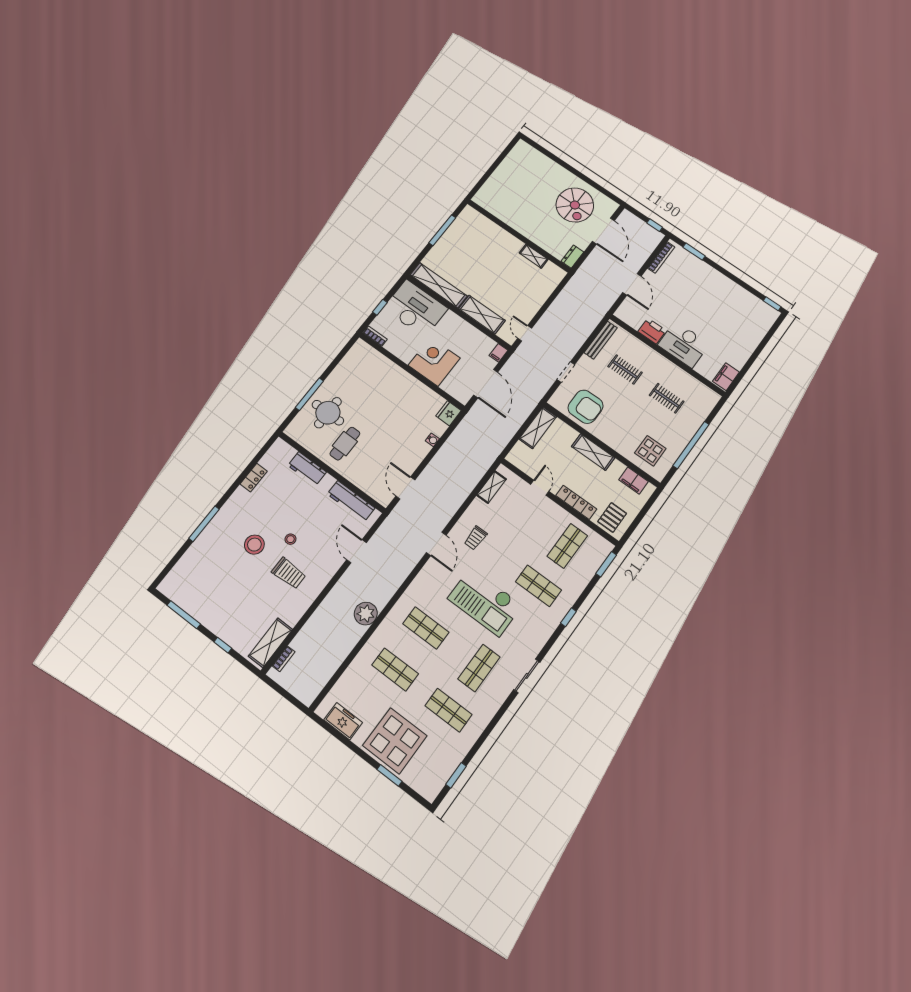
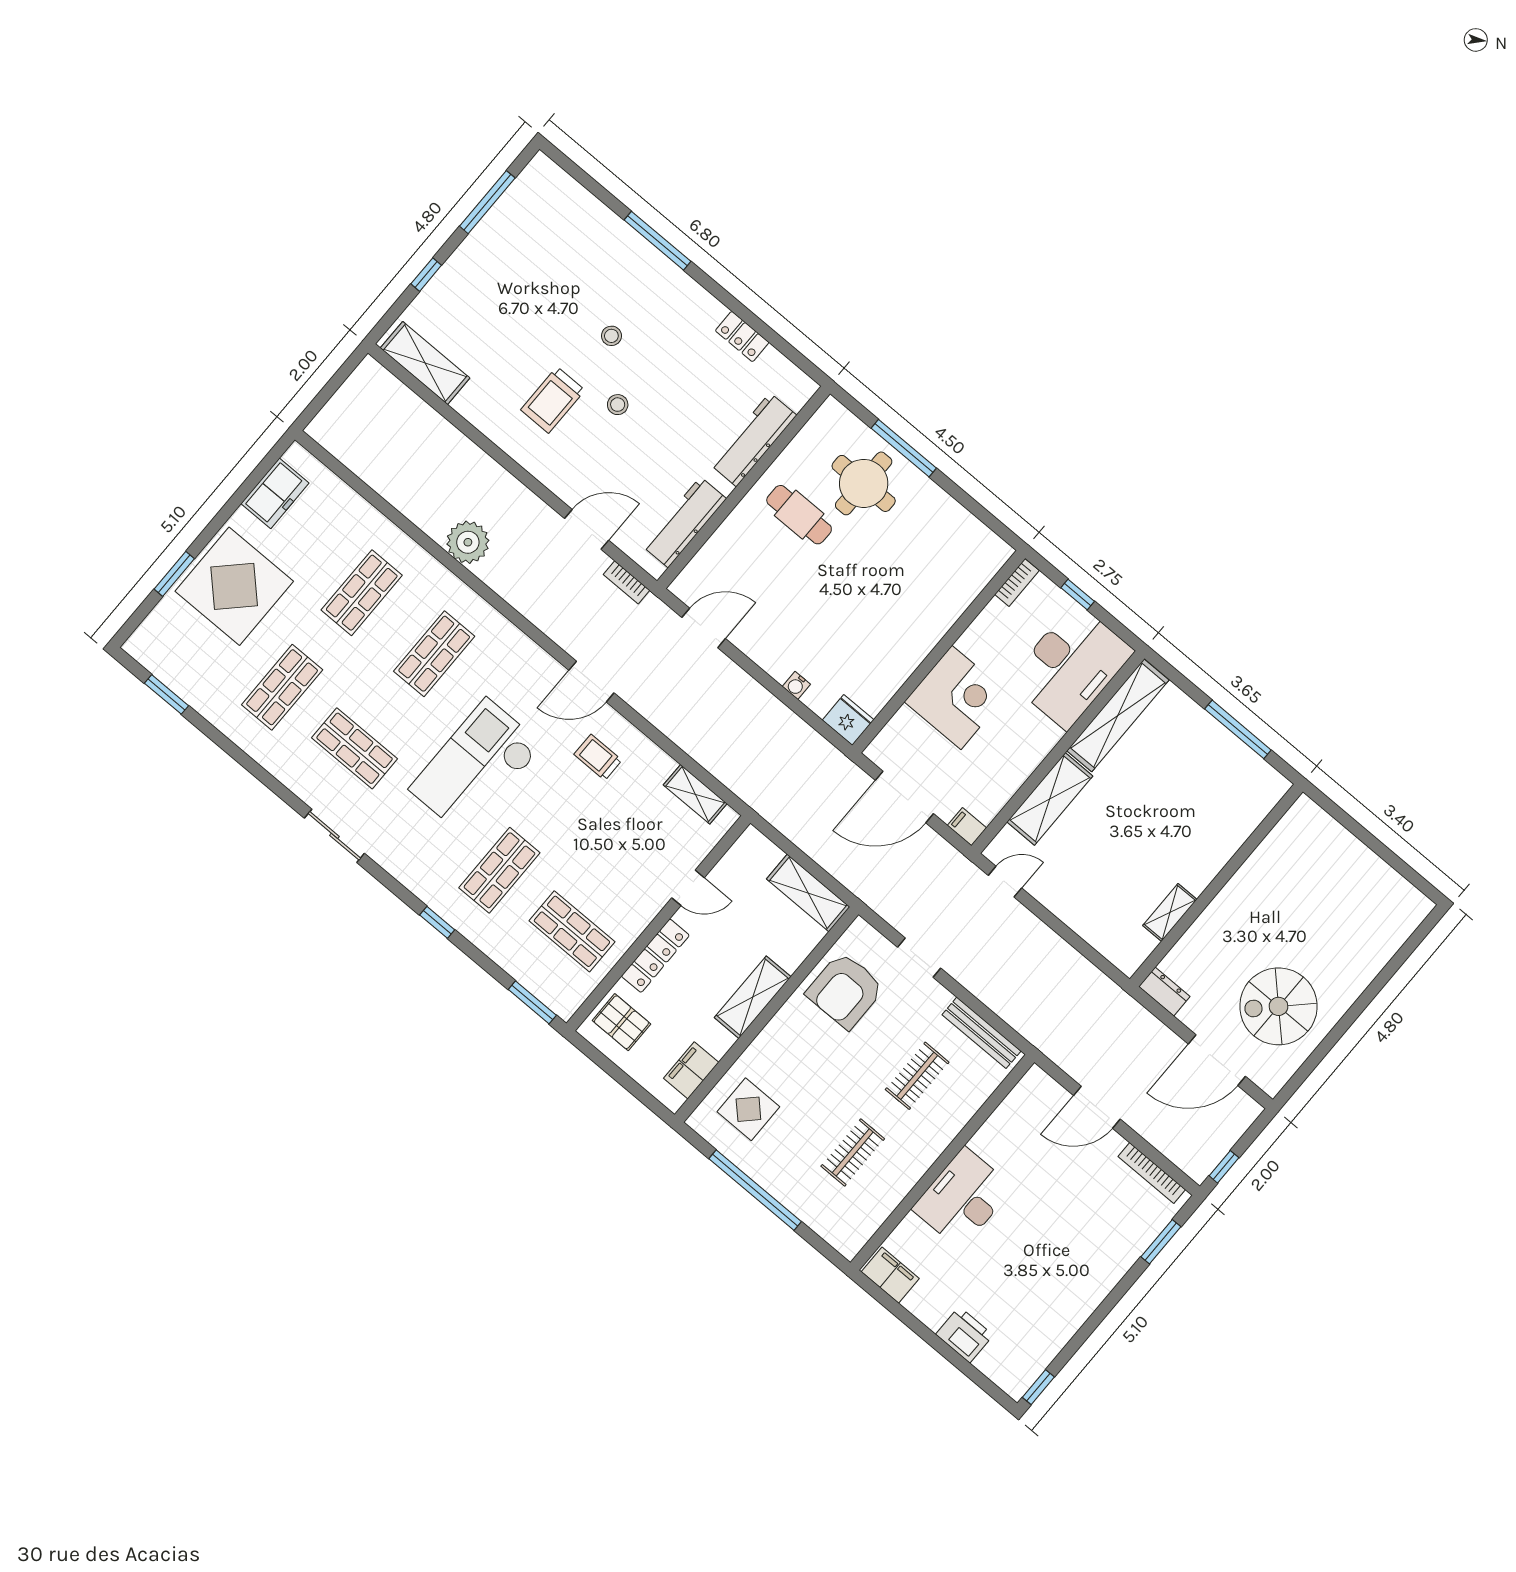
printer: (652, 331) -> (964, 1335), moved, turned -90
workbench: (307, 469) -> (753, 440), width x1.38
stool: (254, 545) -> (611, 336), width x0.53, depth x0.53
bookcase: (284, 659) -> (626, 582), moved

